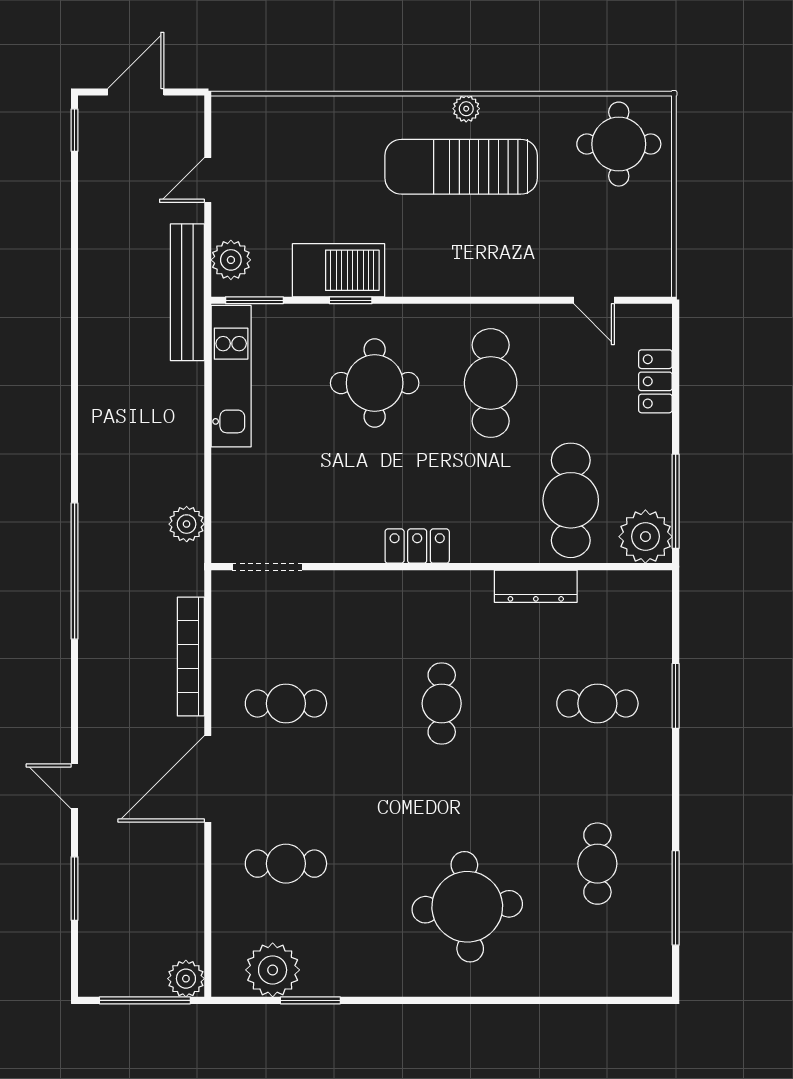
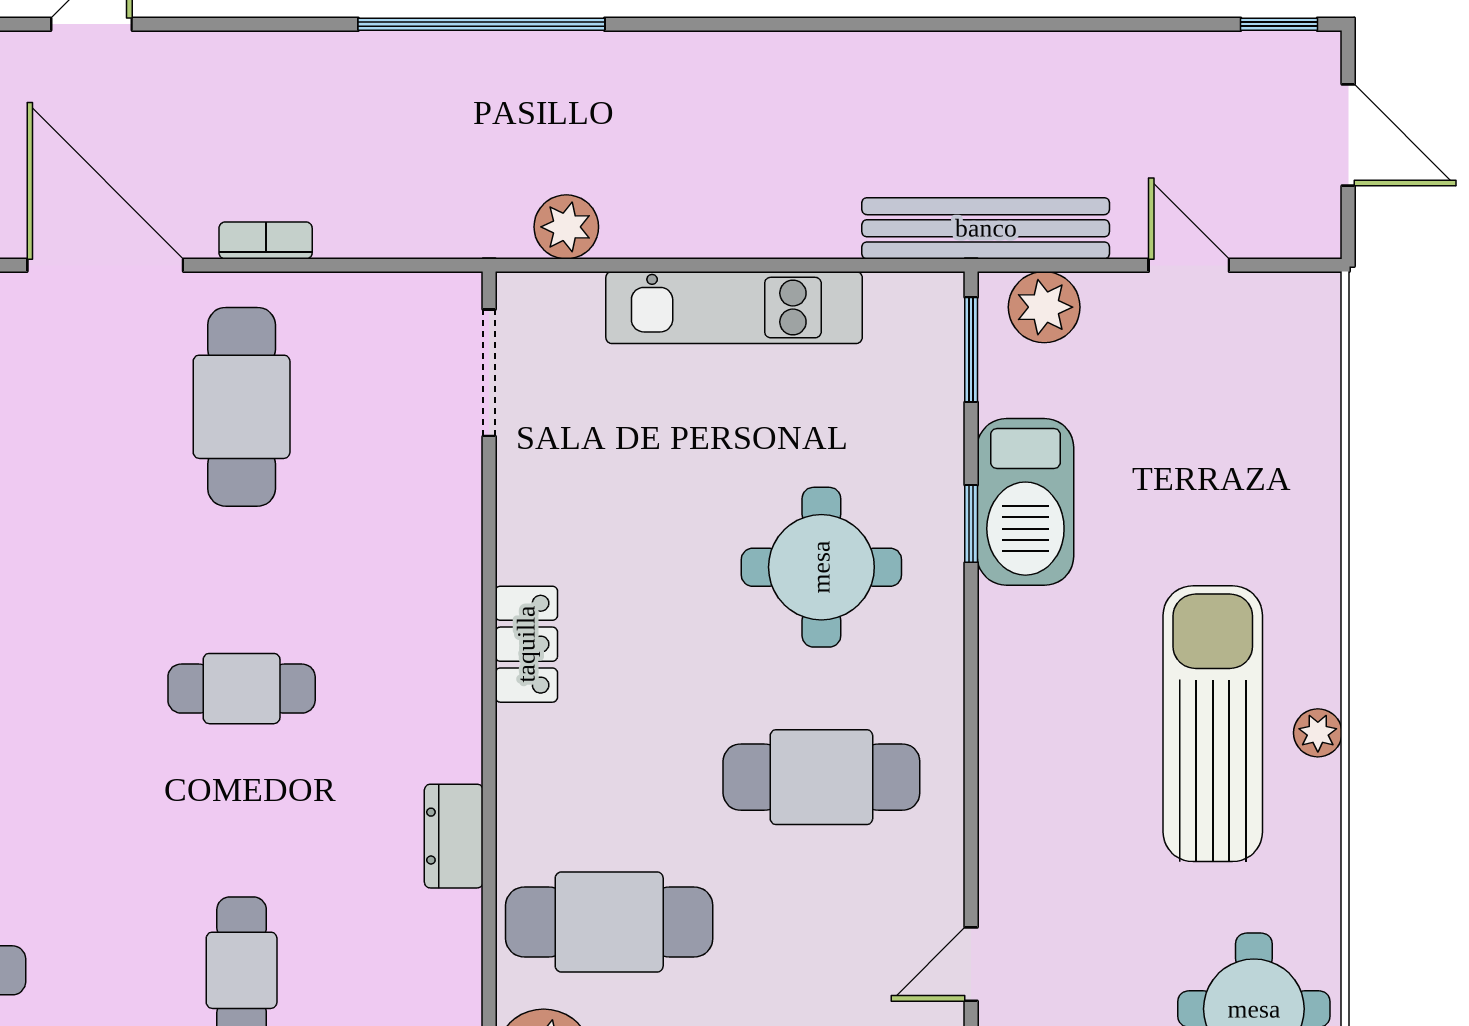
kitchen unit: (231, 376) -> (734, 308), moved
dresser: (536, 586) -> (454, 836), width x0.70
bookcase: (191, 657) -> (266, 240), width x0.43, depth x0.76
cafe table: (286, 703) -> (242, 407), width x1.37, depth x1.35

